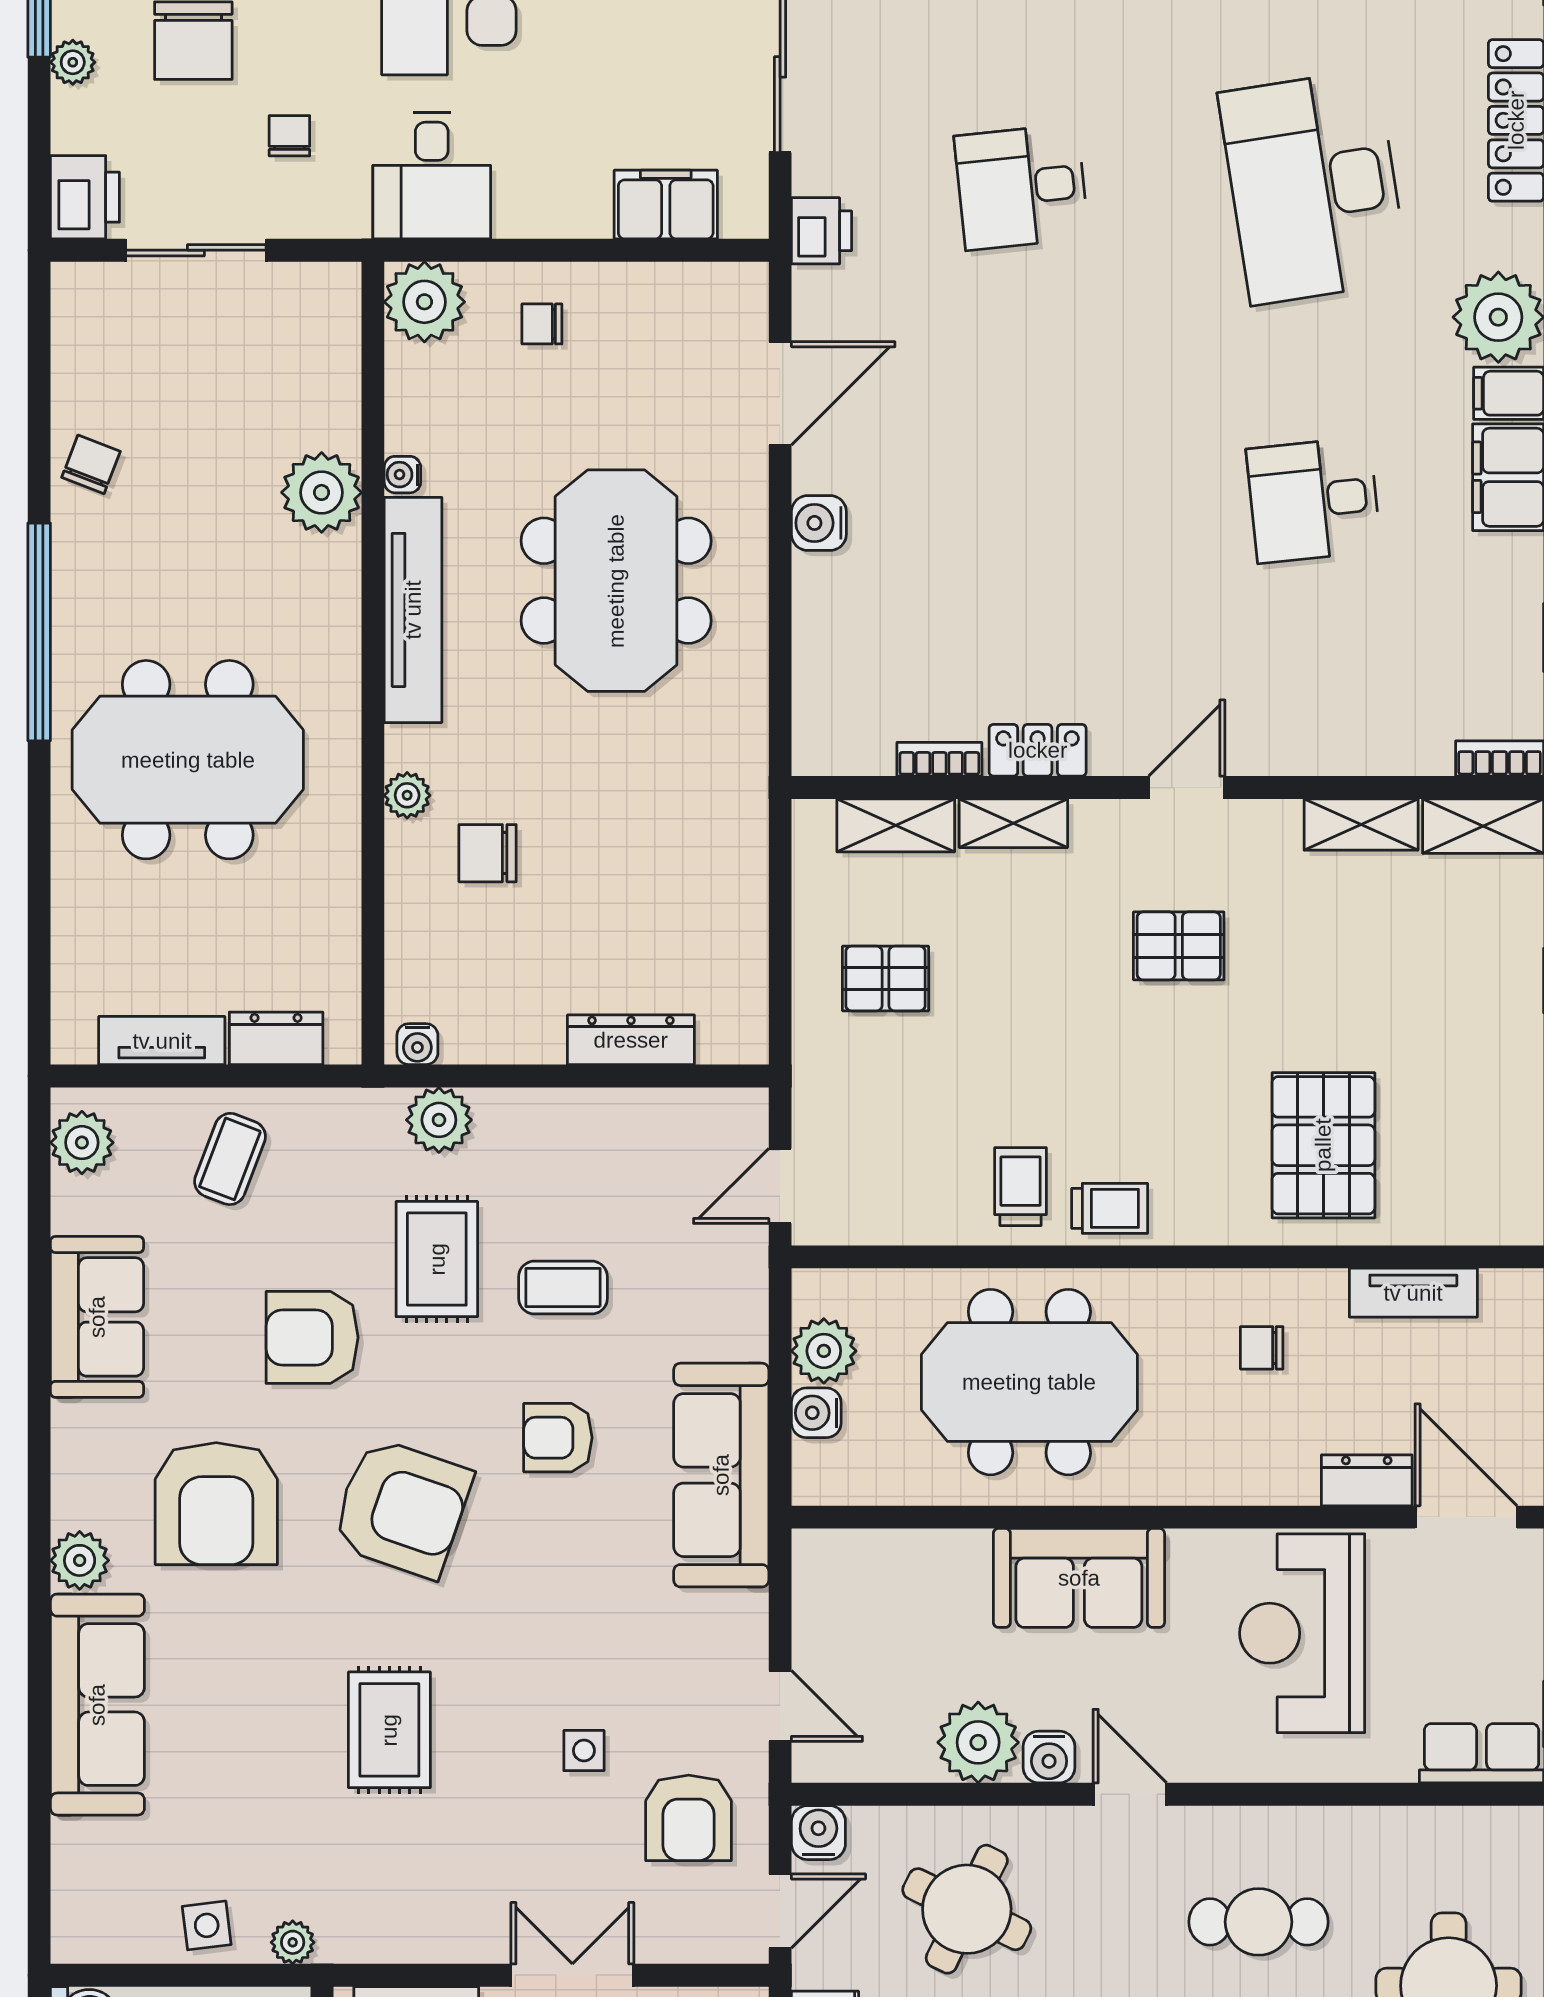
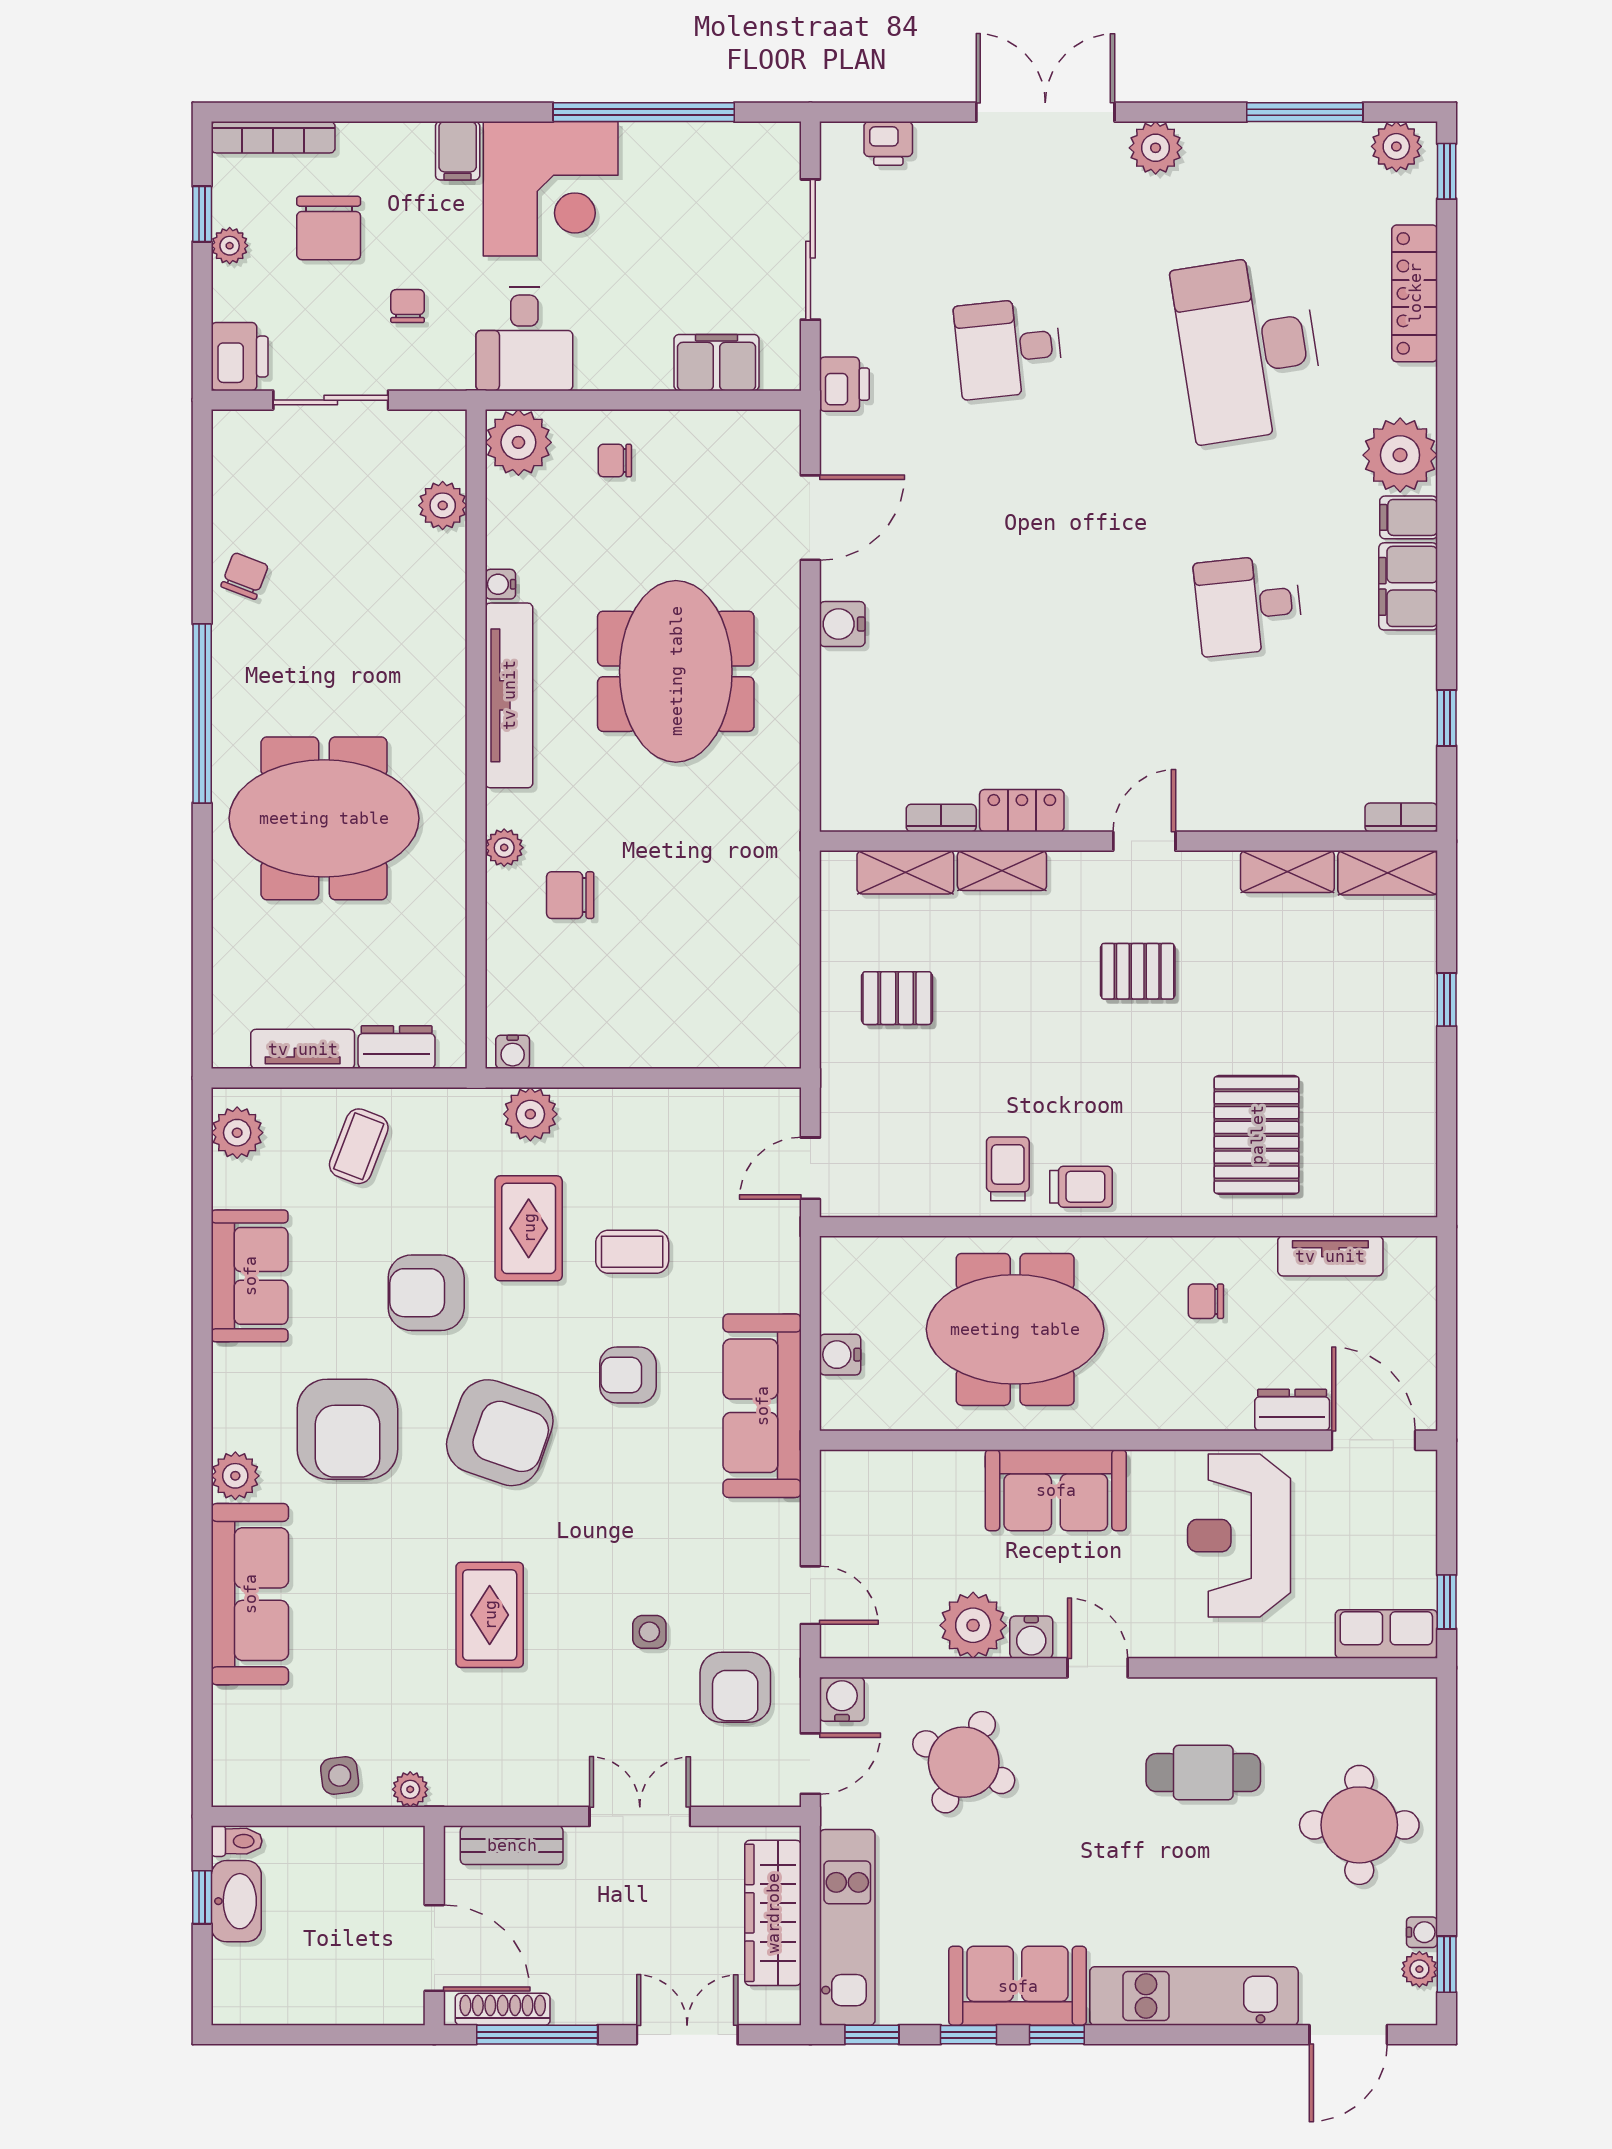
plant: (322, 492) -> (443, 505), moved, width x0.73, depth x0.73
dresser: (631, 1040) -> (688, 1048), removed
plant: (824, 1351) -> (846, 1304), removed

